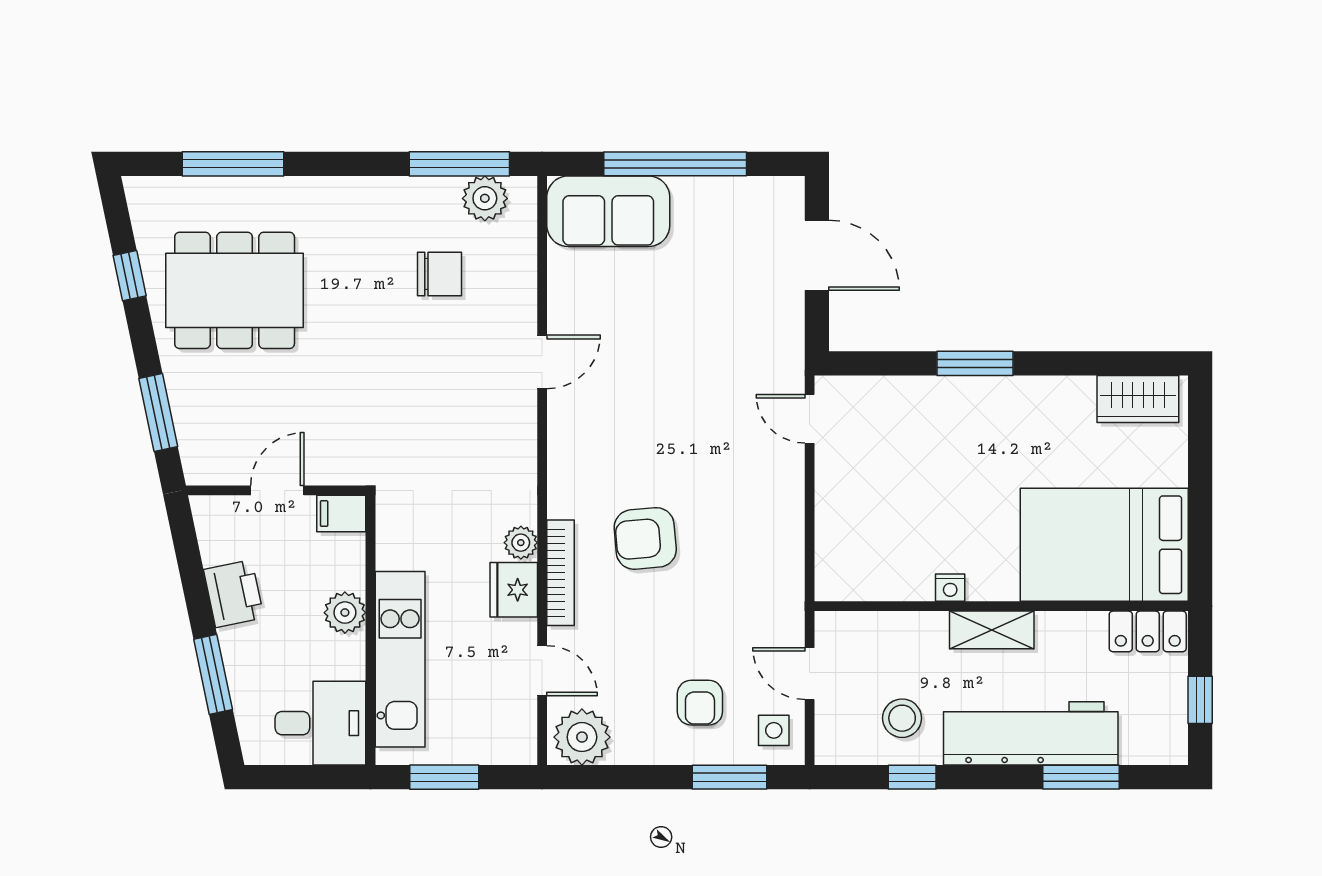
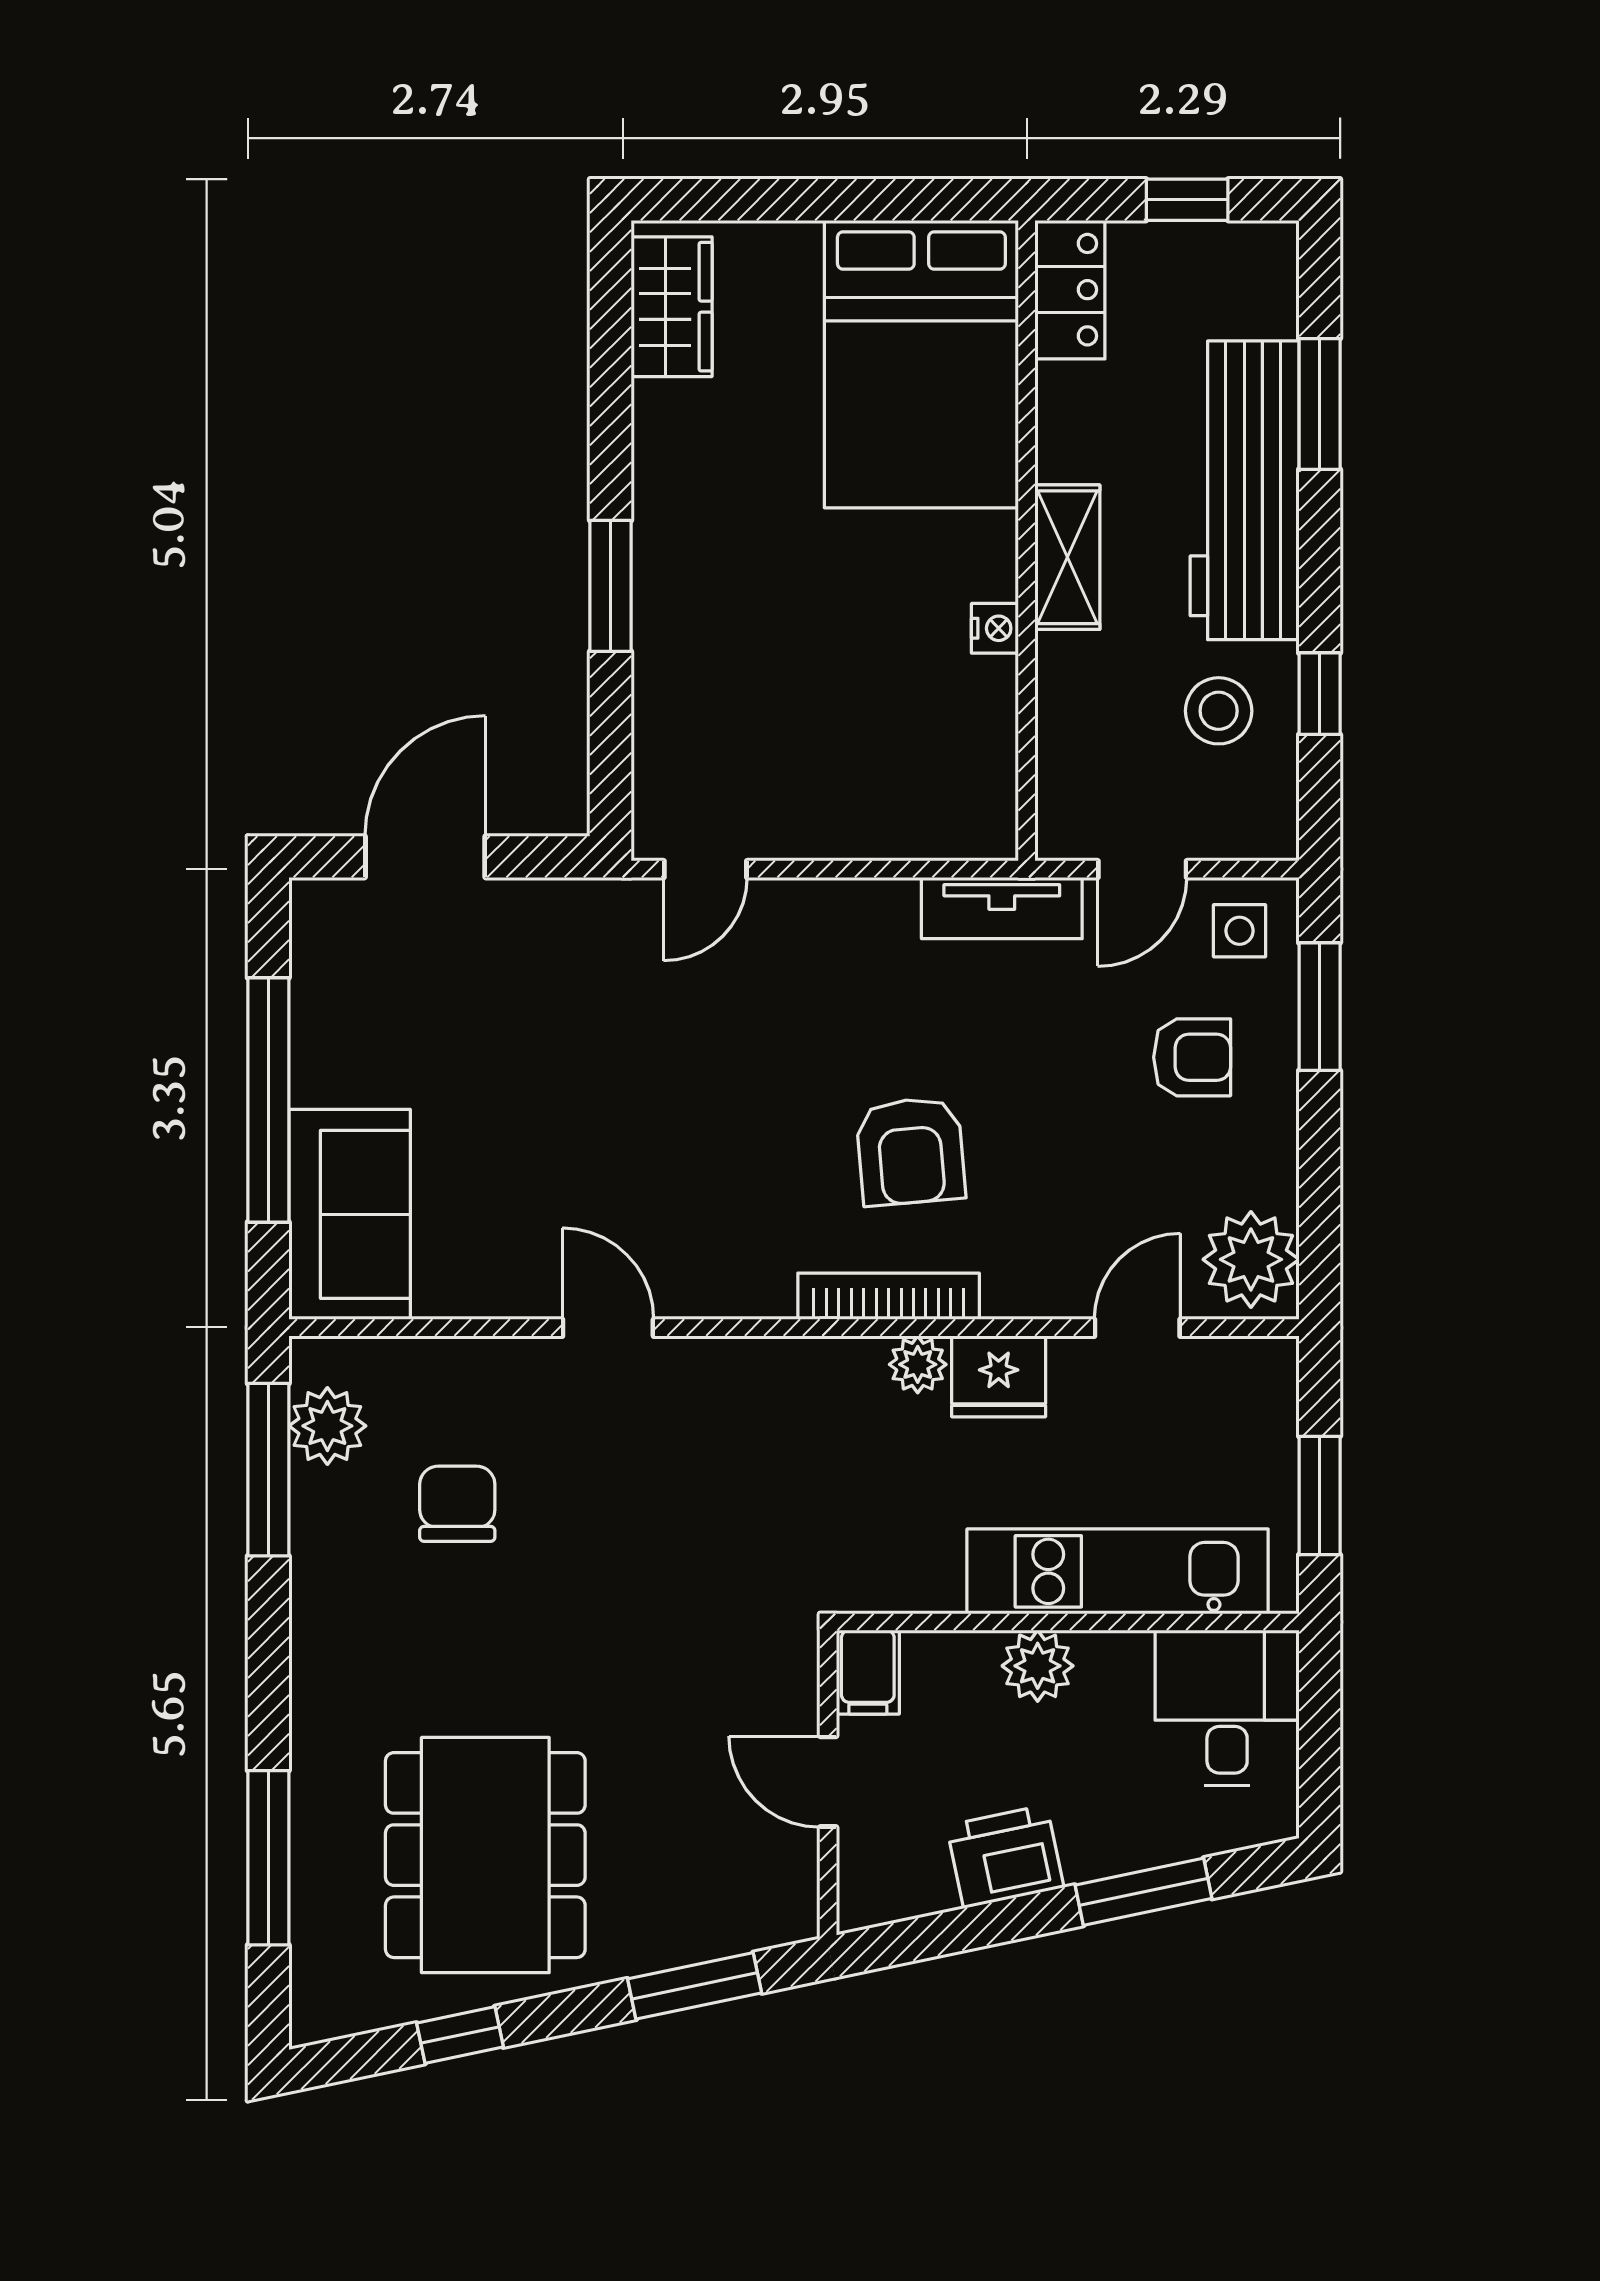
bookcase: (561, 573) -> (889, 1296), moved
tv unit: (787, 592) -> (1002, 908), added

